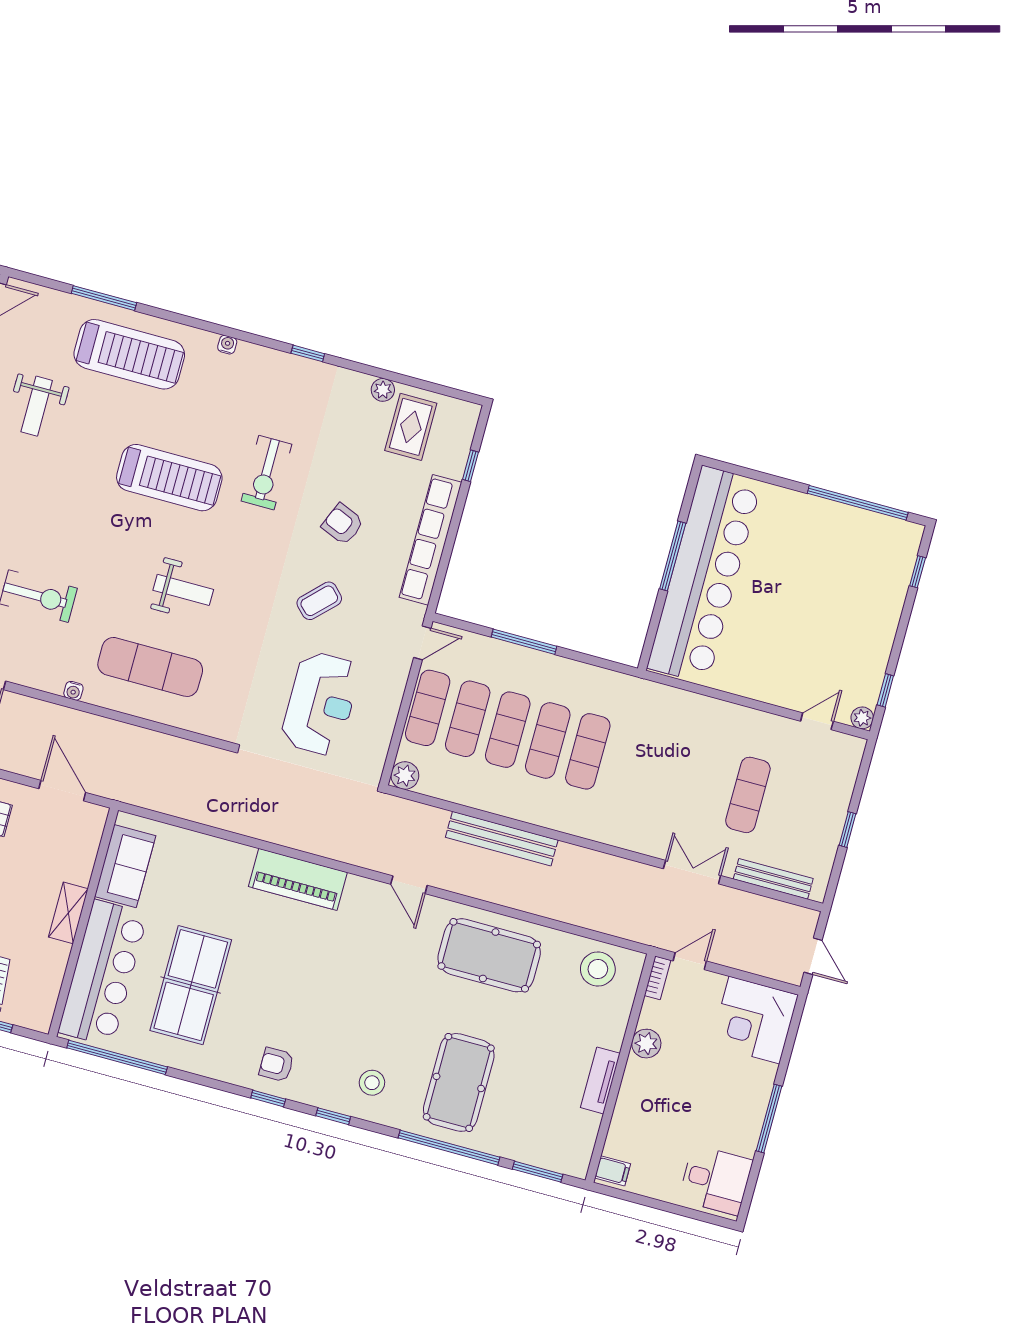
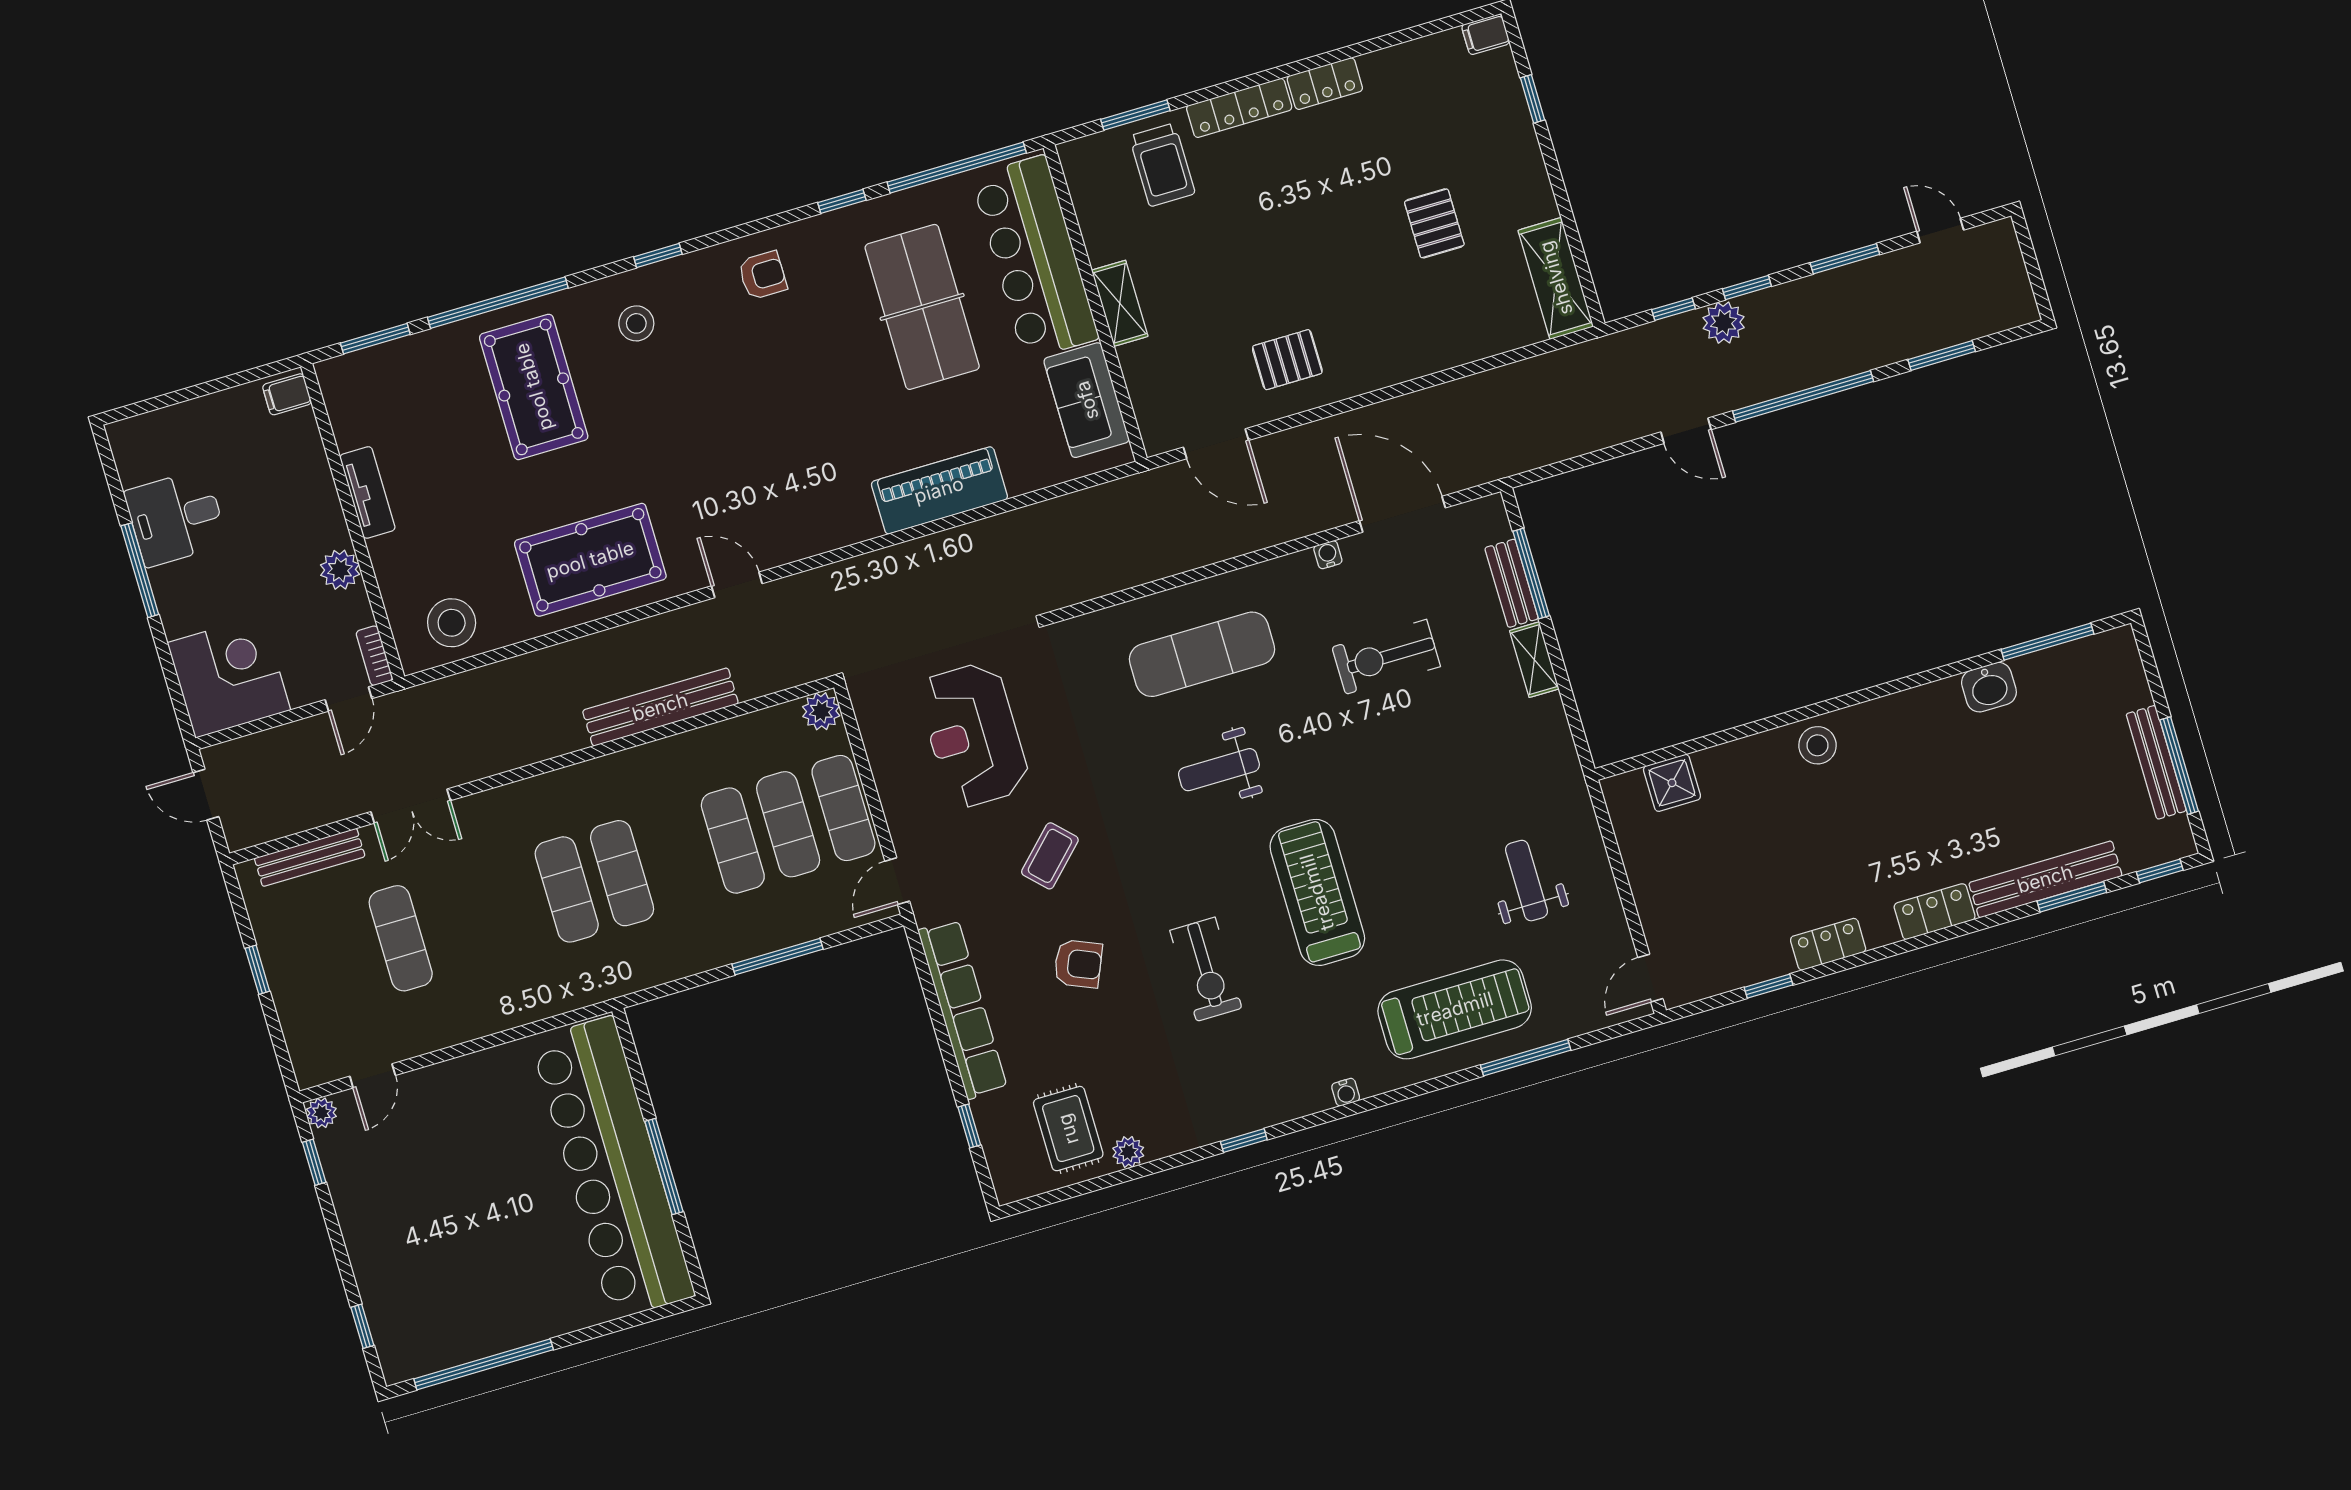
treadmill: (129, 354) -> (1455, 1009), turned 180
exercise bike: (266, 473) -> (1206, 969), turned 180
treadmill: (169, 478) -> (1317, 892), turned 90
water cooler: (73, 691) -> (1328, 555), moved
exercise mat: (548, 741) -> (567, 889), moved
piano: (298, 879) -> (939, 490), moved
window: (268, 1098) -> (842, 201), moved
desk: (716, 1180) -> (176, 518), moved

